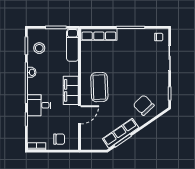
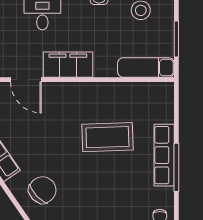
row of seats: (99, 34) -> (164, 155), moved
coffee table: (99, 87) -> (107, 137), moved

